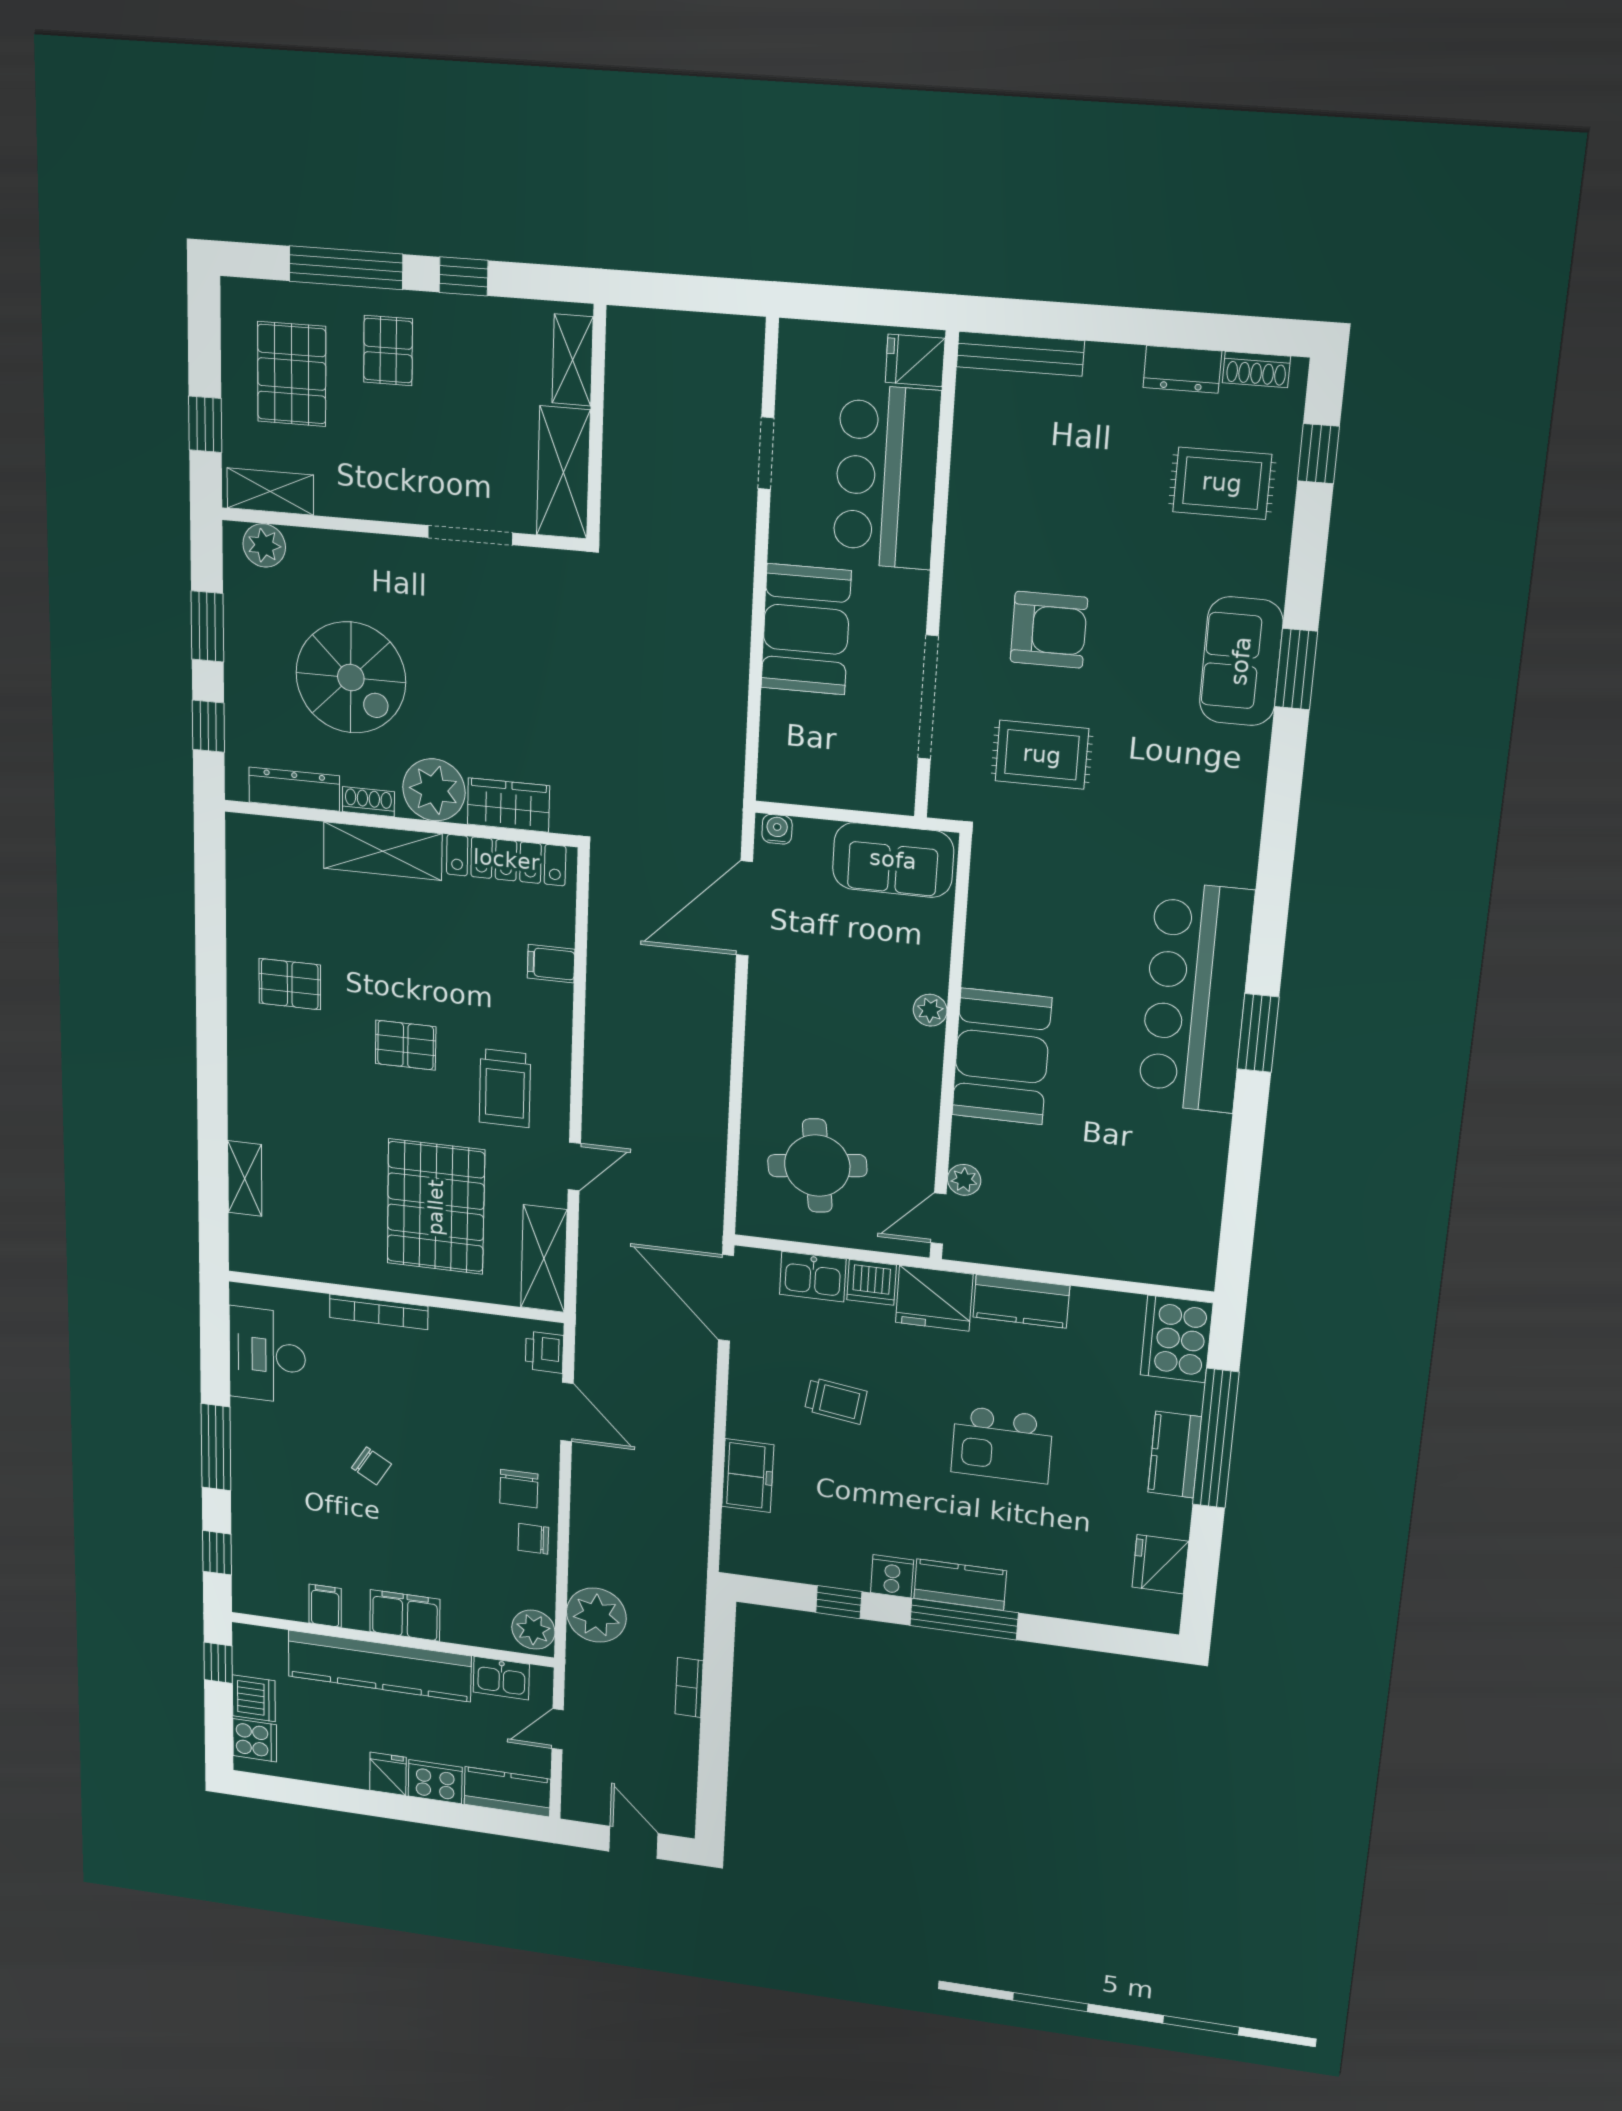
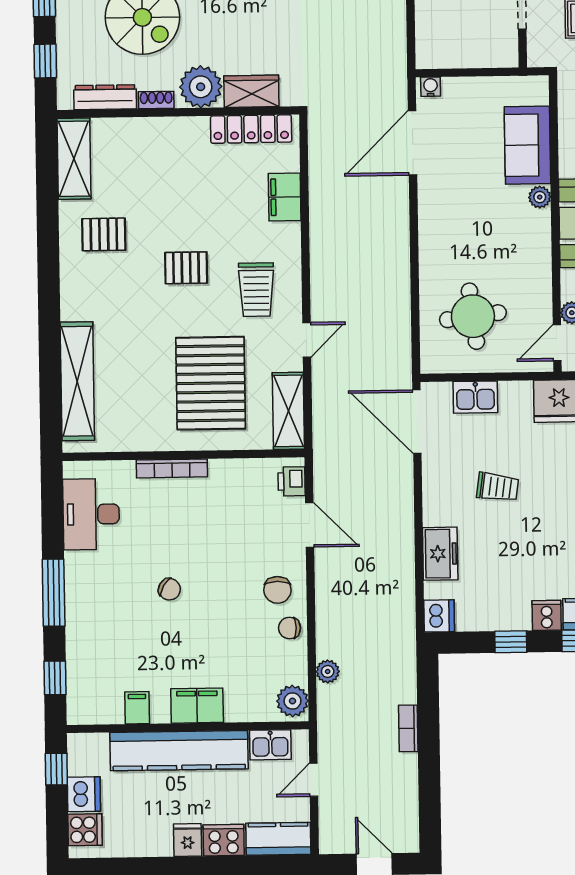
shelving: (383, 851) -> (74, 159), moved, turned 90
sofa: (893, 860) -> (527, 145), moved, turned 90
filing cabinet: (551, 964) -> (285, 197), width x2.00
shelving: (245, 1178) -> (77, 381), width x2.20, depth x1.33
dishwasher: (872, 1282) -> (439, 616), moved, turned -90
plant: (596, 1615) -> (328, 671), width x0.53, depth x0.53

